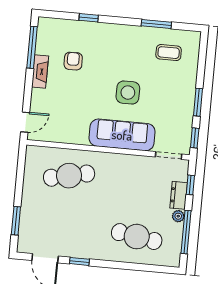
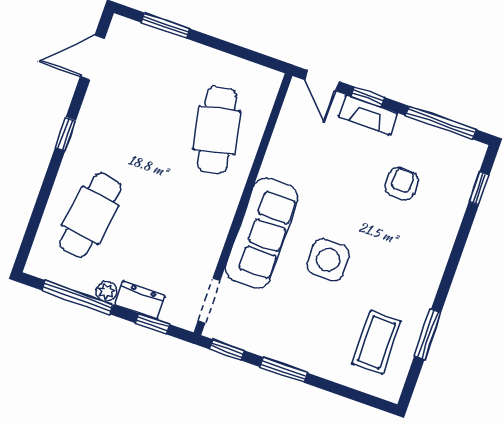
window: (89, 18) -> (479, 188), moved
coffee table: (169, 53) -> (376, 342), width x1.36, depth x1.30
armchair: (73, 61) -> (401, 184), turned -89
fireplace: (40, 71) -> (368, 115), moved
window: (28, 93) -> (368, 97), added
window: (79, 261) -> (65, 134), moved

